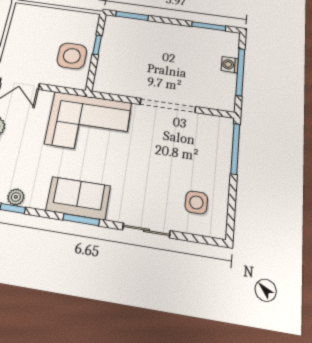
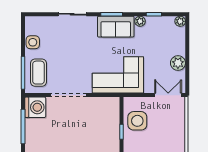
washing machine: (230, 65) -> (35, 107), moved, width x1.89, depth x1.89
coffee table: (211, 145) -> (38, 73), added
plant: (16, 197) -> (140, 21), moved
side table: (196, 202) -> (33, 42), moved

